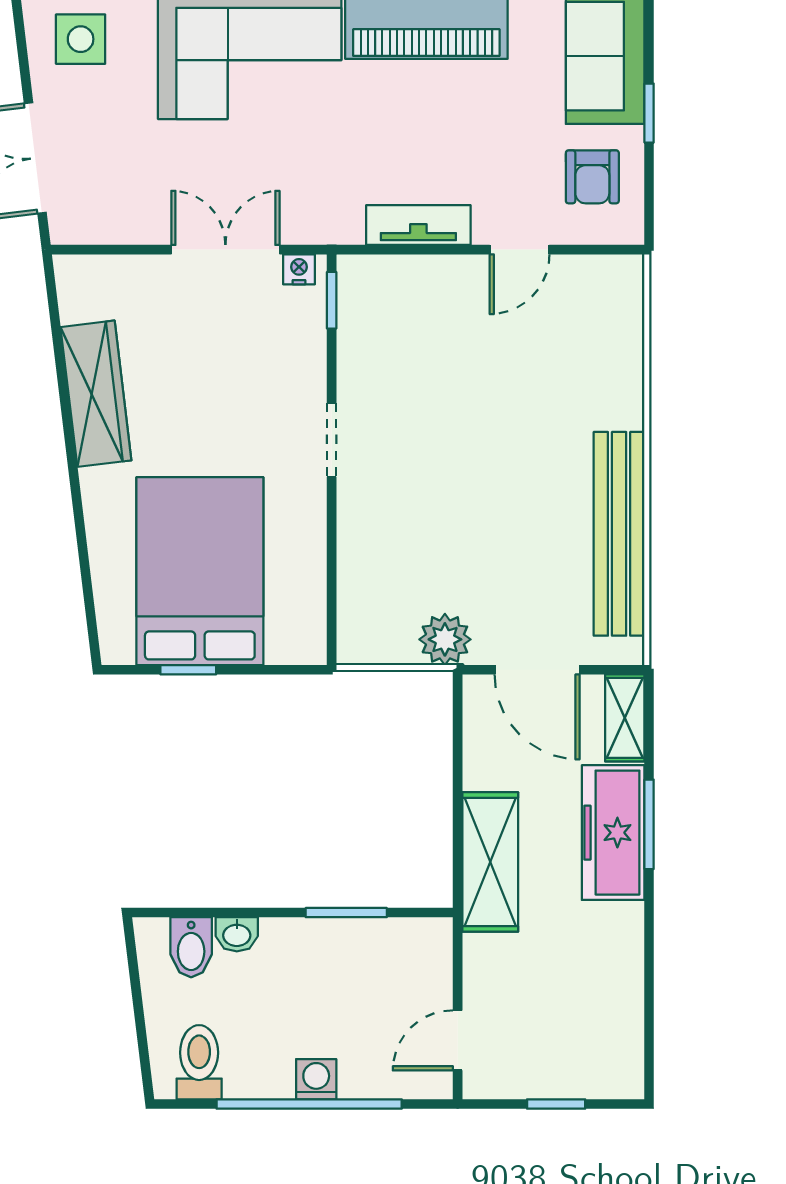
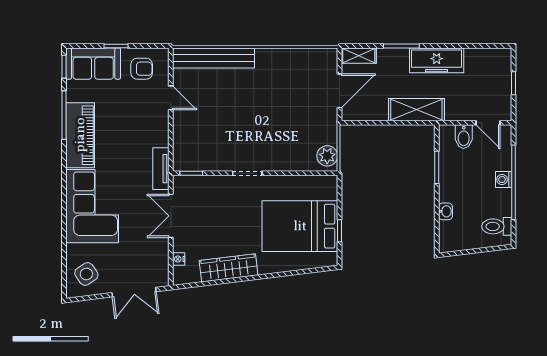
side table: (81, 39) -> (86, 274), turned -34
tv unit: (418, 225) -> (161, 169), moved
nightstand: (299, 269) -> (179, 259), moved
bench: (619, 534) -> (214, 58), moved
plant: (445, 639) -> (327, 156), moved
freezer: (613, 833) -> (437, 60), moved
bidet: (191, 947) -> (464, 137), moved, turned 90

